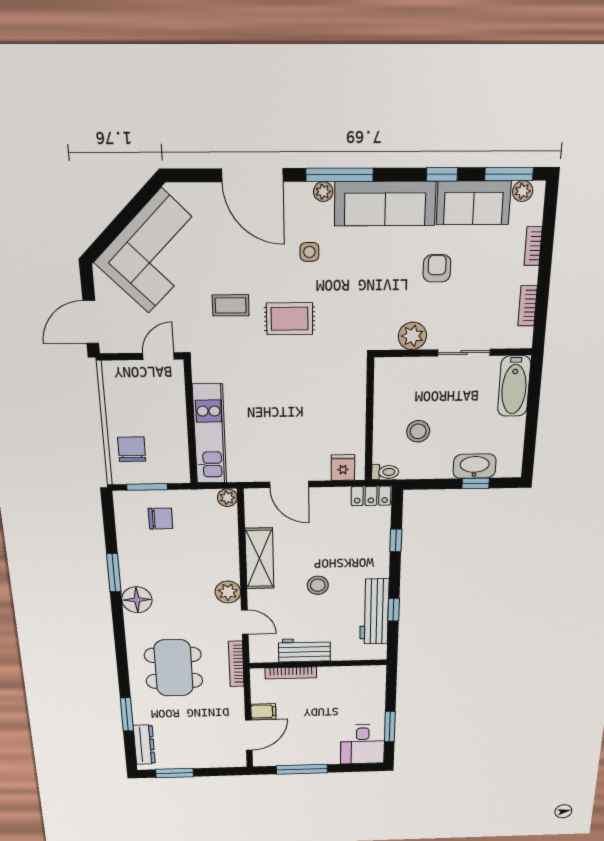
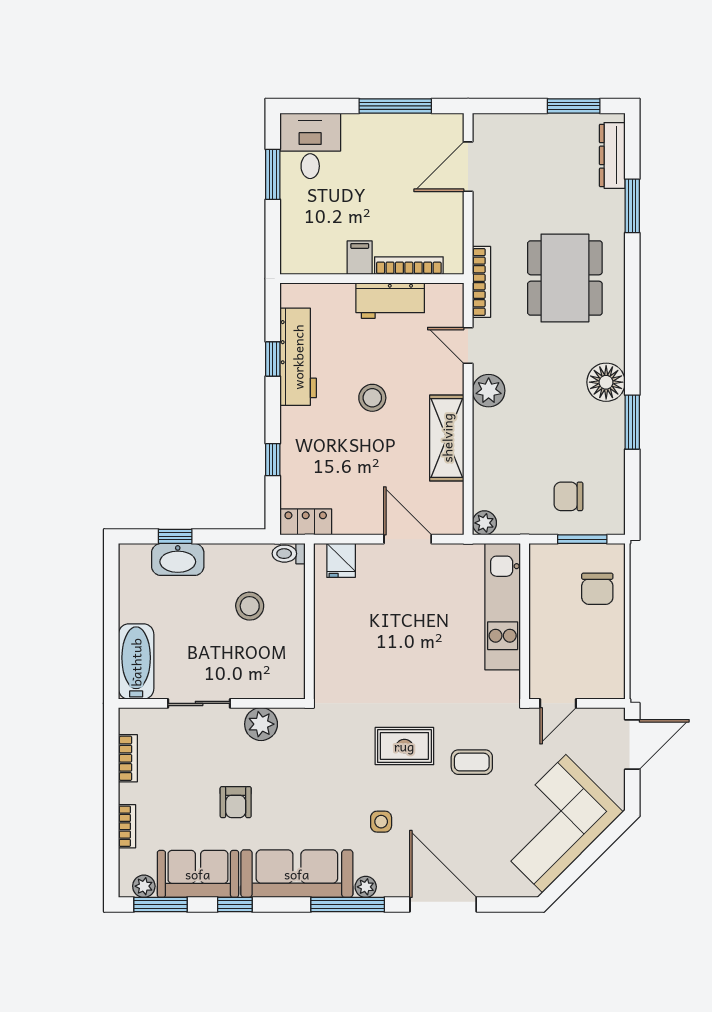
filing cabinet: (263, 711) -> (360, 258), moved, turned 90

